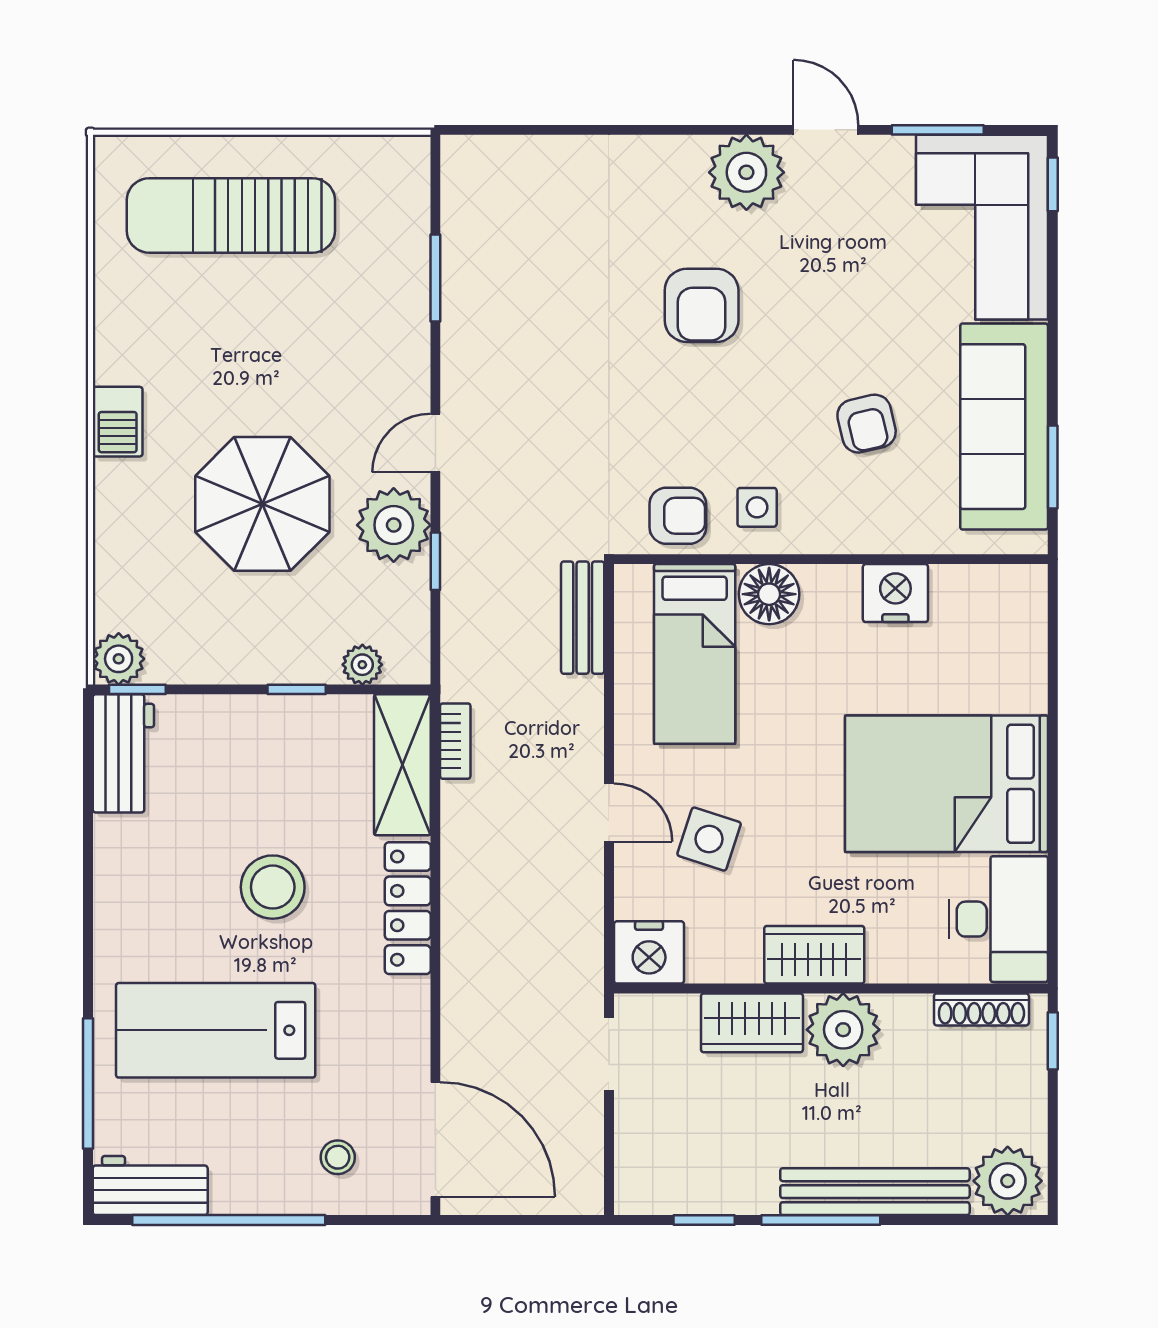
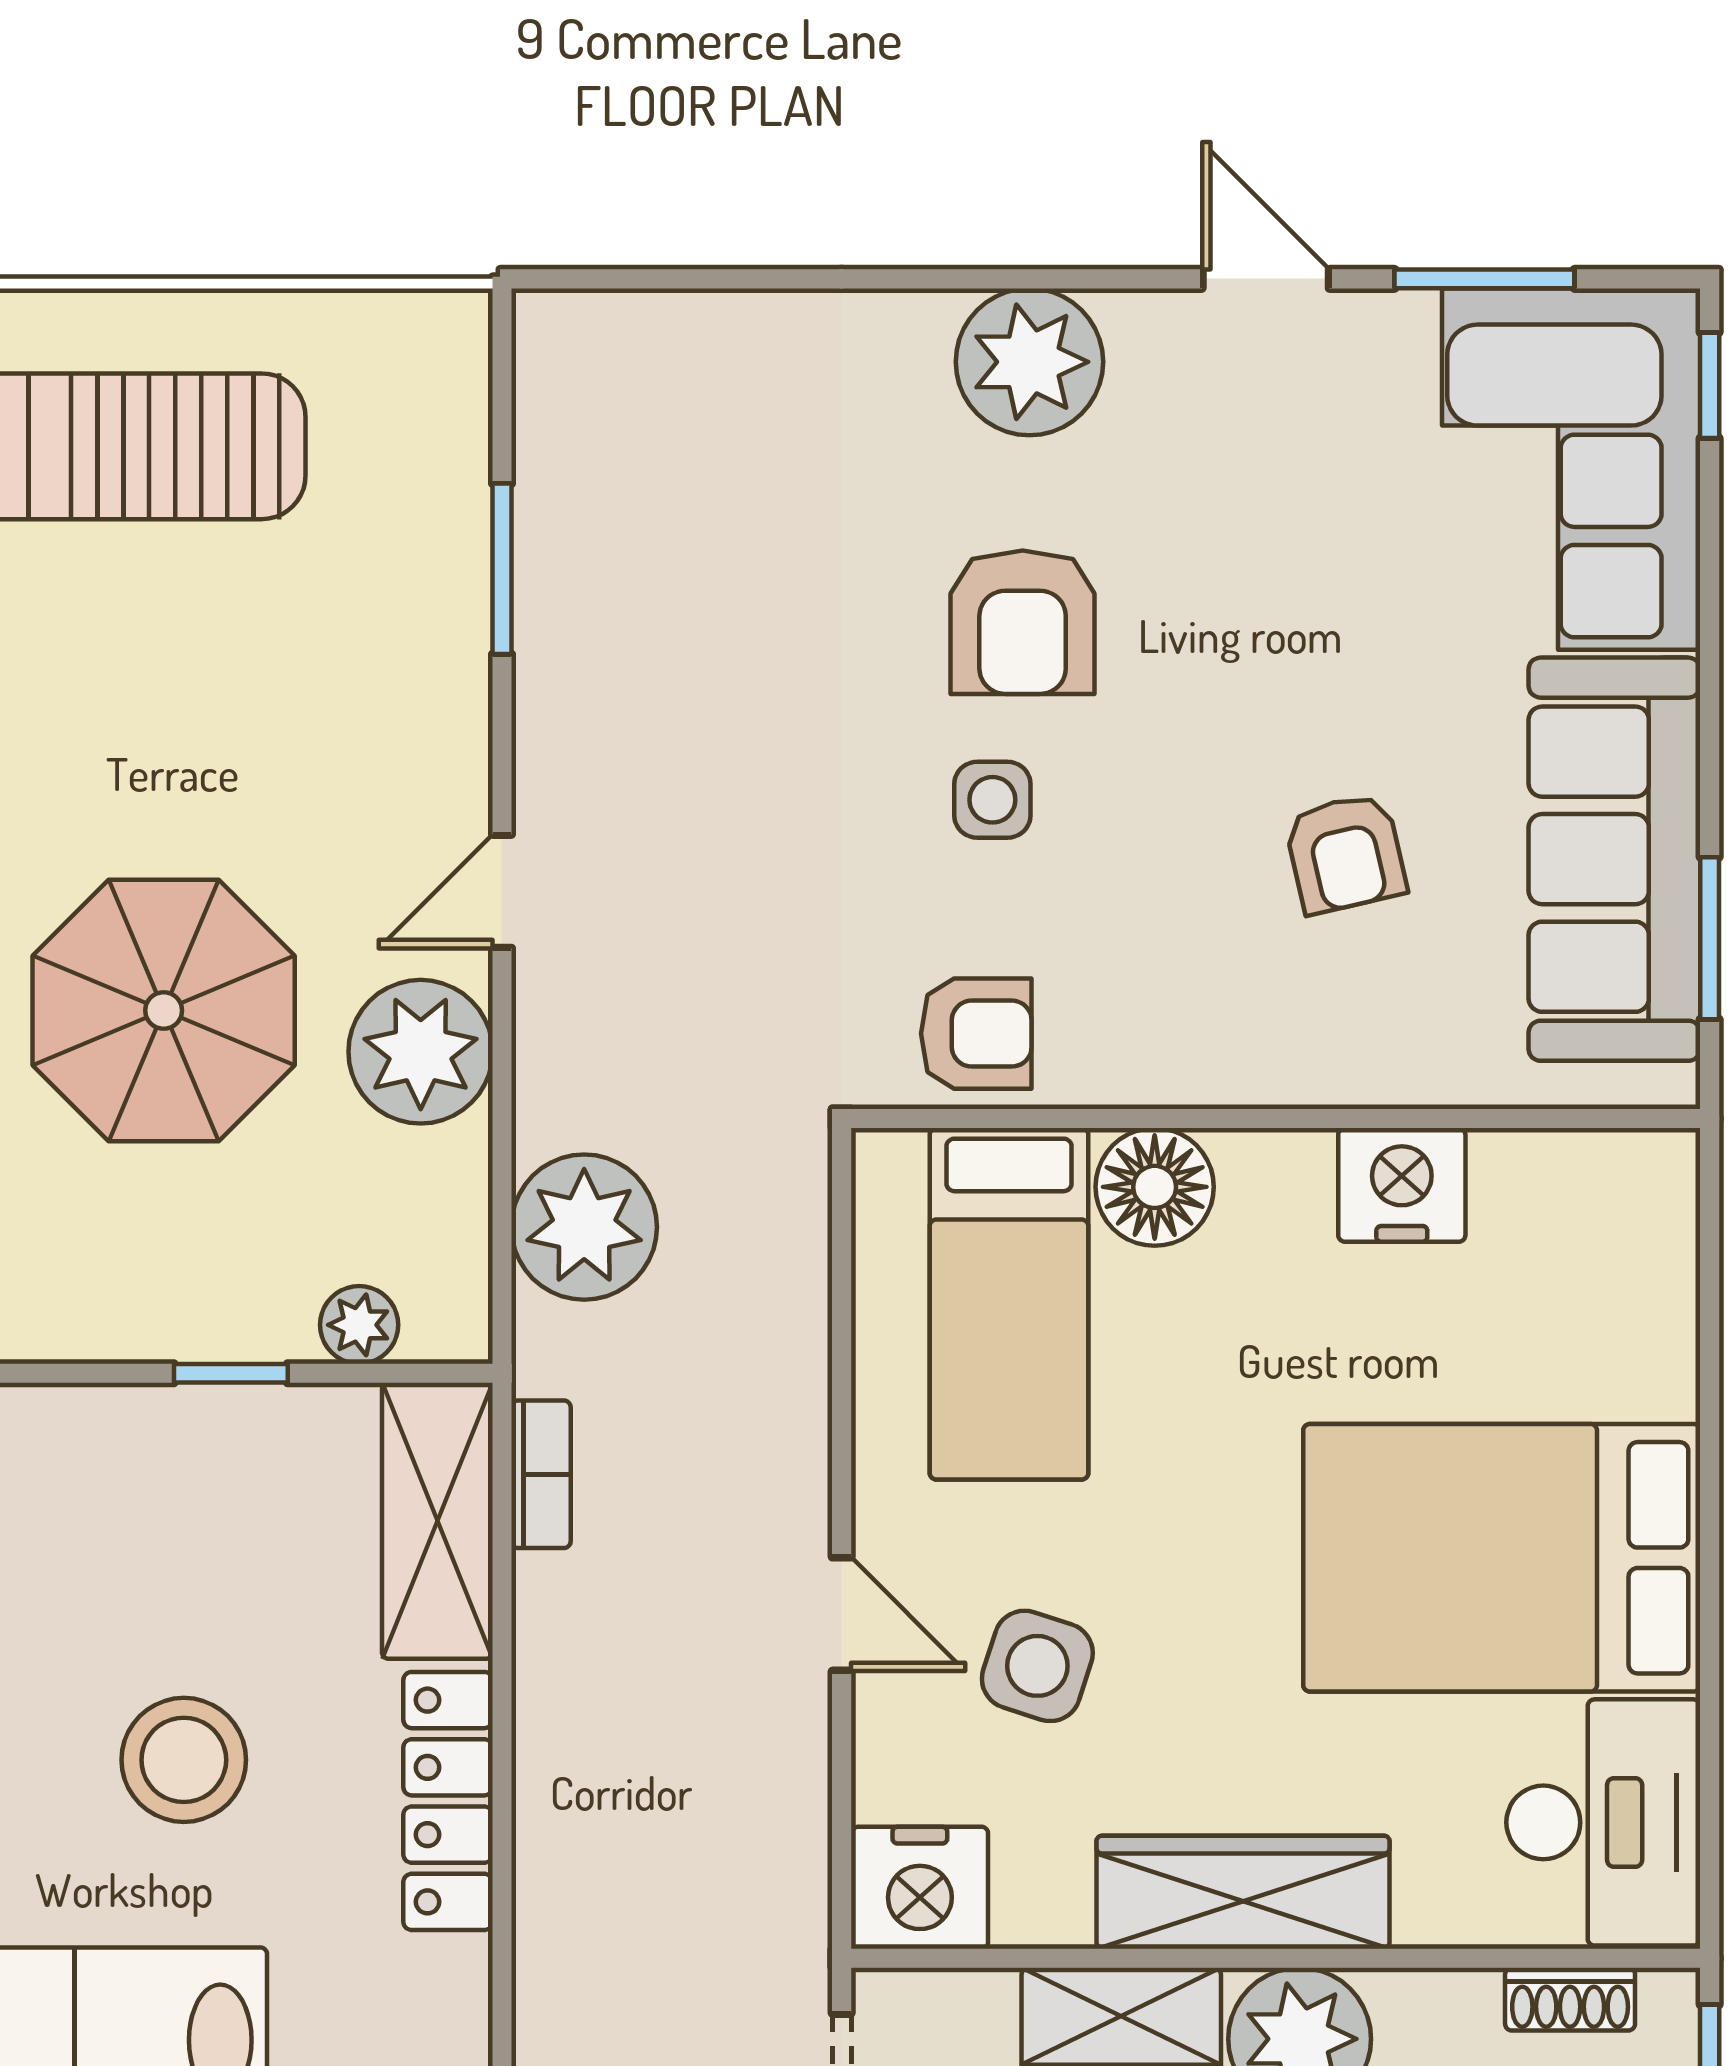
plant: (746, 172) -> (1029, 362), moved
side table: (757, 507) -> (992, 800), moved
window: (435, 561) -> (502, 1123), removed
plant: (477, 615) -> (584, 1227), added
bench: (583, 618) -> (790, 1233), removed
wardrobe: (814, 955) -> (1243, 1892), width x1.50
shoe rack: (981, 1009) -> (1570, 1999), width x0.70

